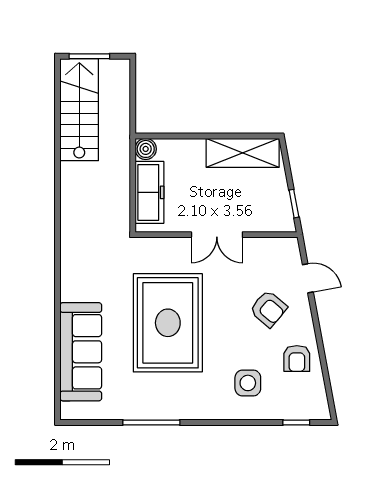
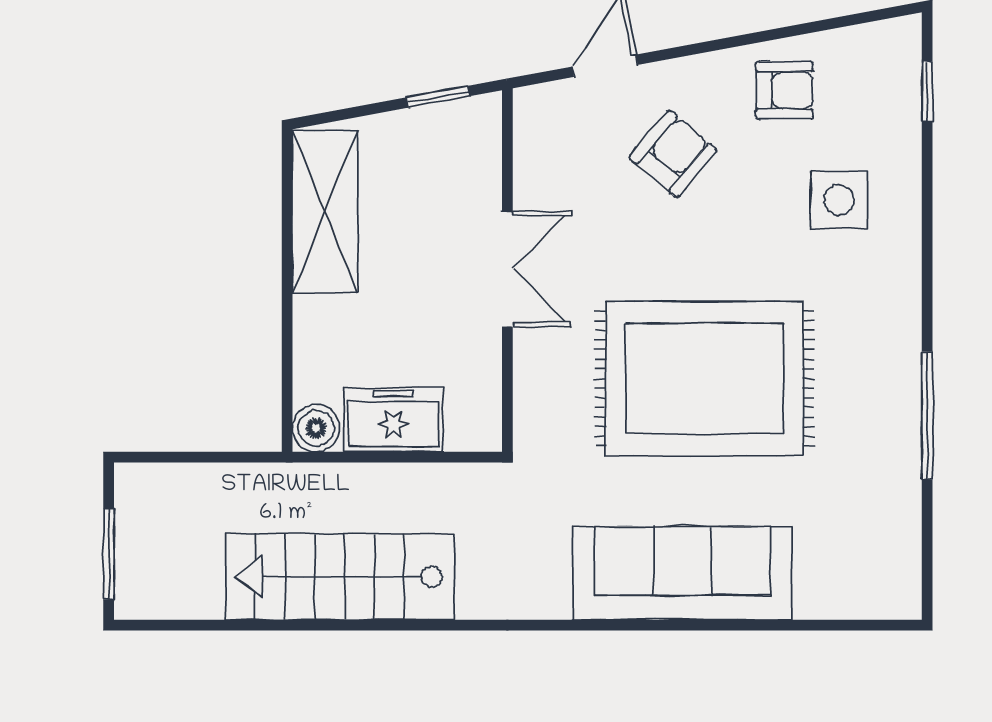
stairs: (79, 110) -> (340, 577), moved
freezer: (149, 192) -> (393, 420), width x0.71
sofa: (81, 352) -> (682, 573), moved

